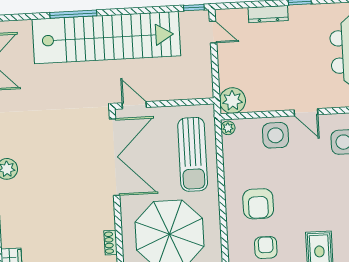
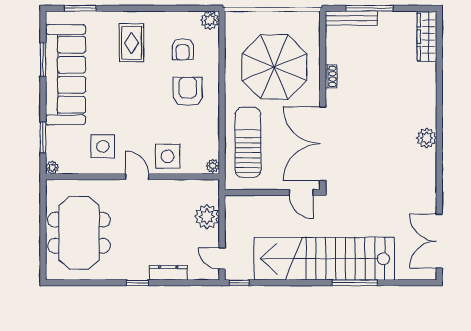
plant: (232, 101) -> (207, 217), moved
shoe rack: (111, 243) -> (331, 76), moved

